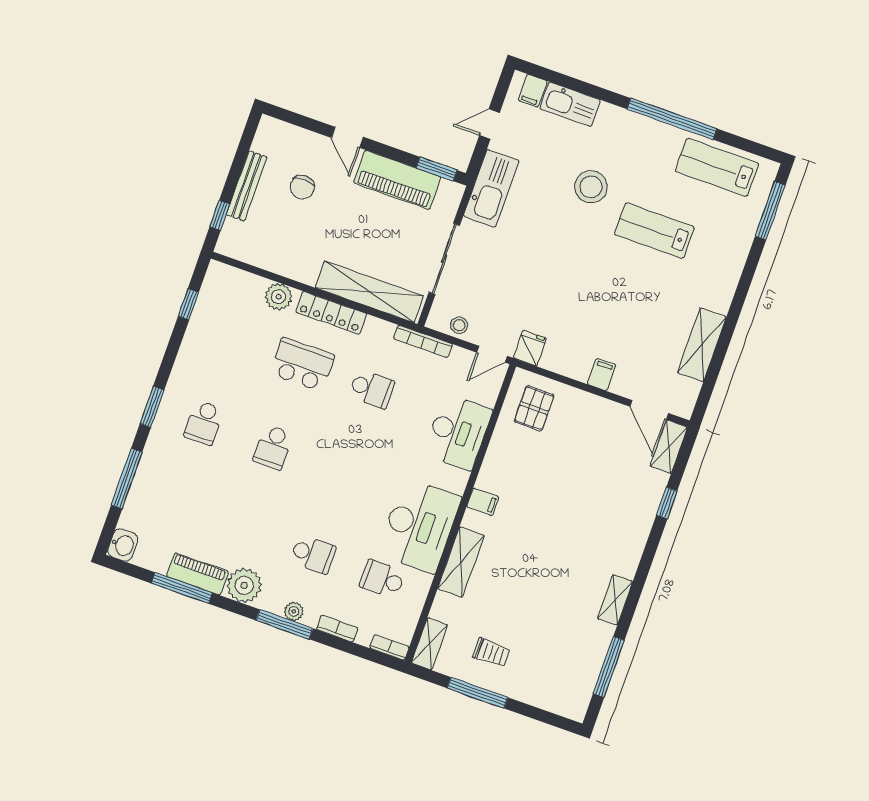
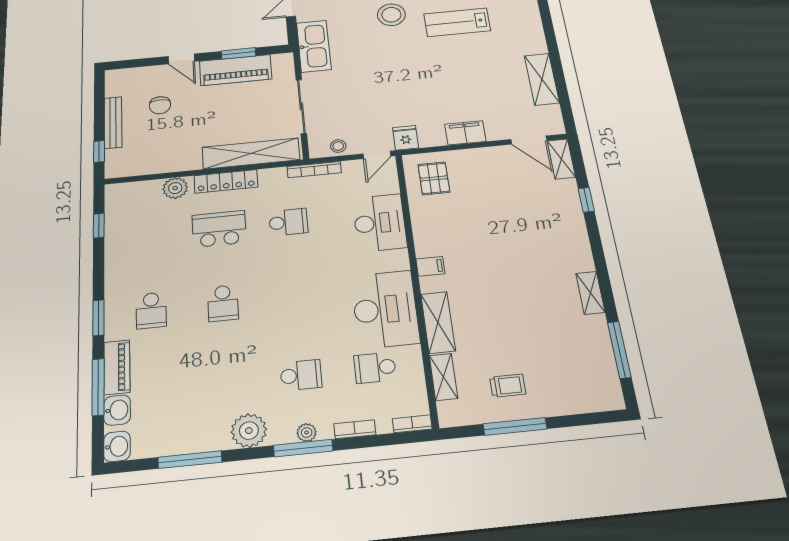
window: (437, 169) -> (238, 53), moved
filing cabinet: (602, 375) -> (465, 133), width x2.00
washbasin: (136, 510) -> (117, 410), added
piano: (198, 574) -> (117, 367), moved, turned 90
shelving: (429, 644) -> (443, 377), moved

